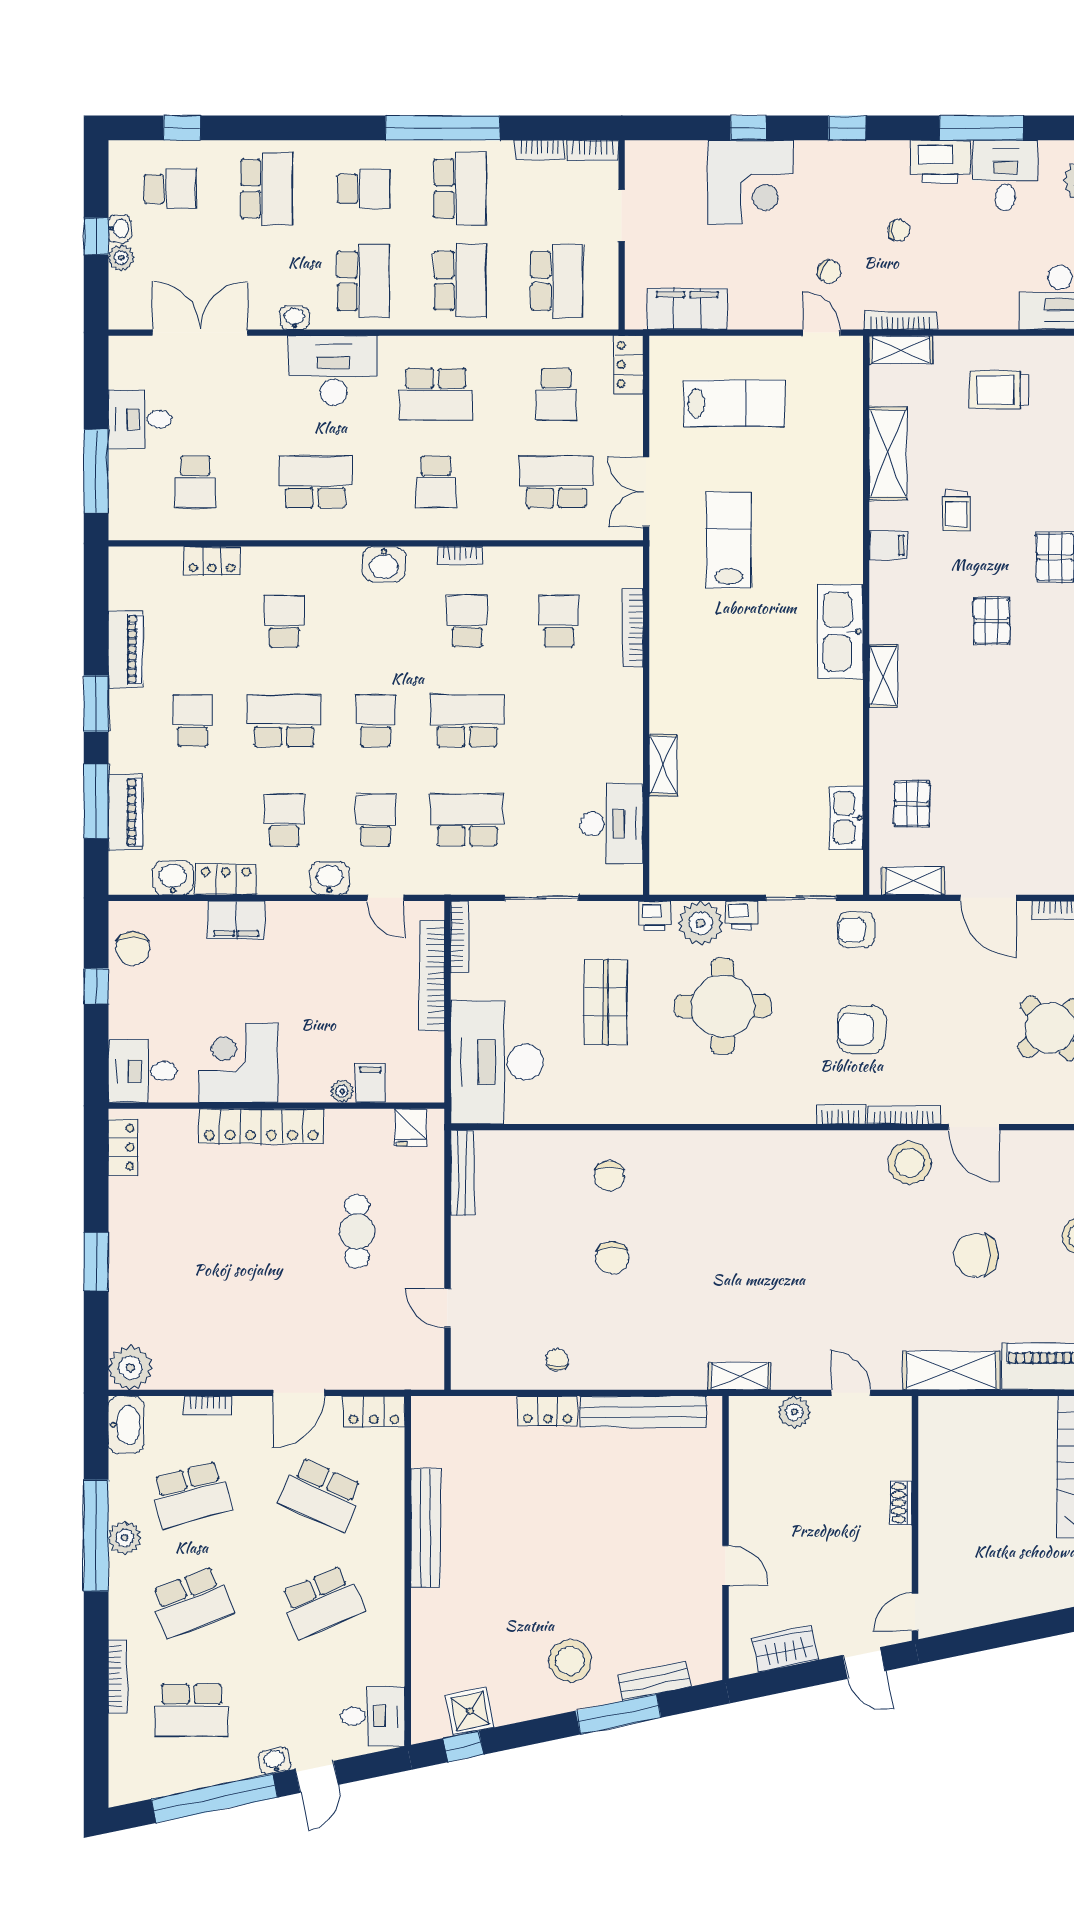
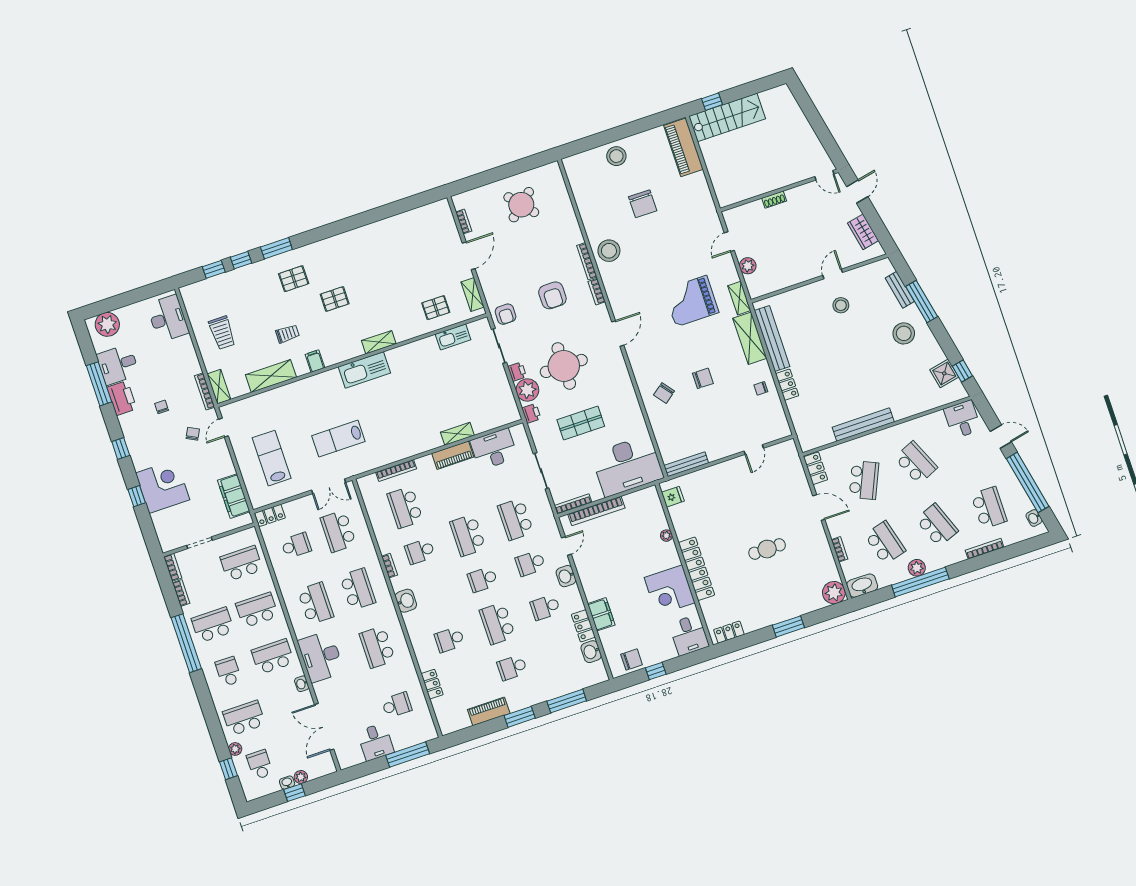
plant: (215, 153) -> (235, 749), added
school desk: (436, 482) -> (358, 589), width x1.85
school desk: (559, 621) -> (405, 507), width x1.85
piano: (125, 812) -> (453, 455), moved, turned 180
filing cabinet: (371, 1083) -> (658, 523), removed
door: (974, 1127) -> (618, 333), moved
chair: (609, 1176) -> (664, 393), turned 142
cafe table: (357, 1231) -> (767, 549), moved
grand piano: (764, 1285) -> (691, 301), added
shelving: (951, 1371) -> (750, 338), moved
stool: (662, 1561) -> (841, 305), added
washbasin: (275, 1761) -> (1034, 518), moved

